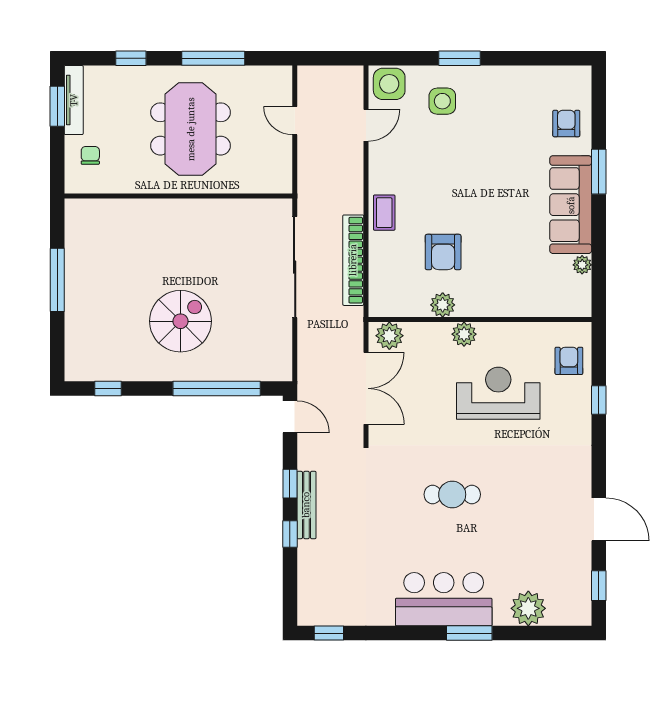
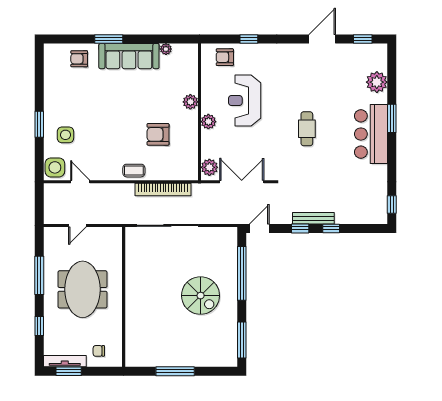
meeting table: (191, 129) -> (83, 289), turned 90
armchair: (443, 252) -> (158, 134), turned 180
plant: (443, 305) -> (190, 102), moved
spiral stairs: (181, 321) -> (201, 296), turned 180
window: (108, 388) -> (242, 340), width x2.17

